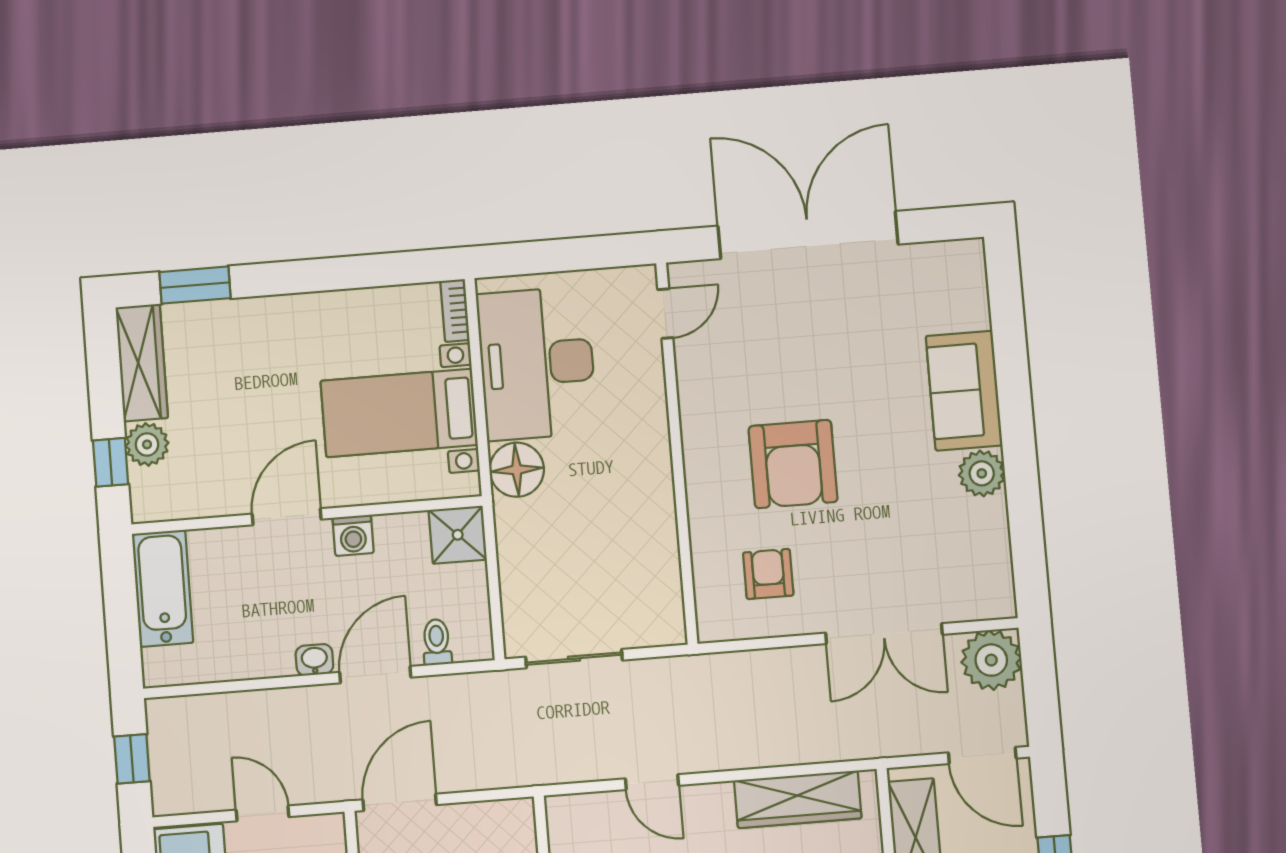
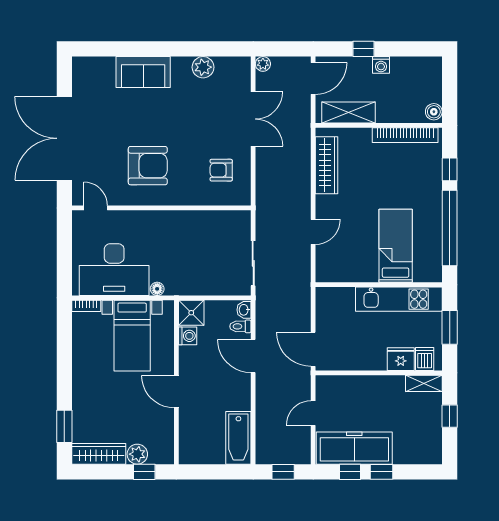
armchair: (793, 464) -> (148, 166), moved
floor lamp: (517, 470) -> (157, 289), width x0.53, depth x0.53
plant: (982, 473) -> (203, 67), moved
washing machine: (353, 535) -> (188, 336), moved
bathtub: (163, 588) -> (238, 438), moved, turned -90
washbasin: (314, 660) -> (244, 310), moved
plant: (991, 660) -> (263, 64), width x0.53, depth x0.53

